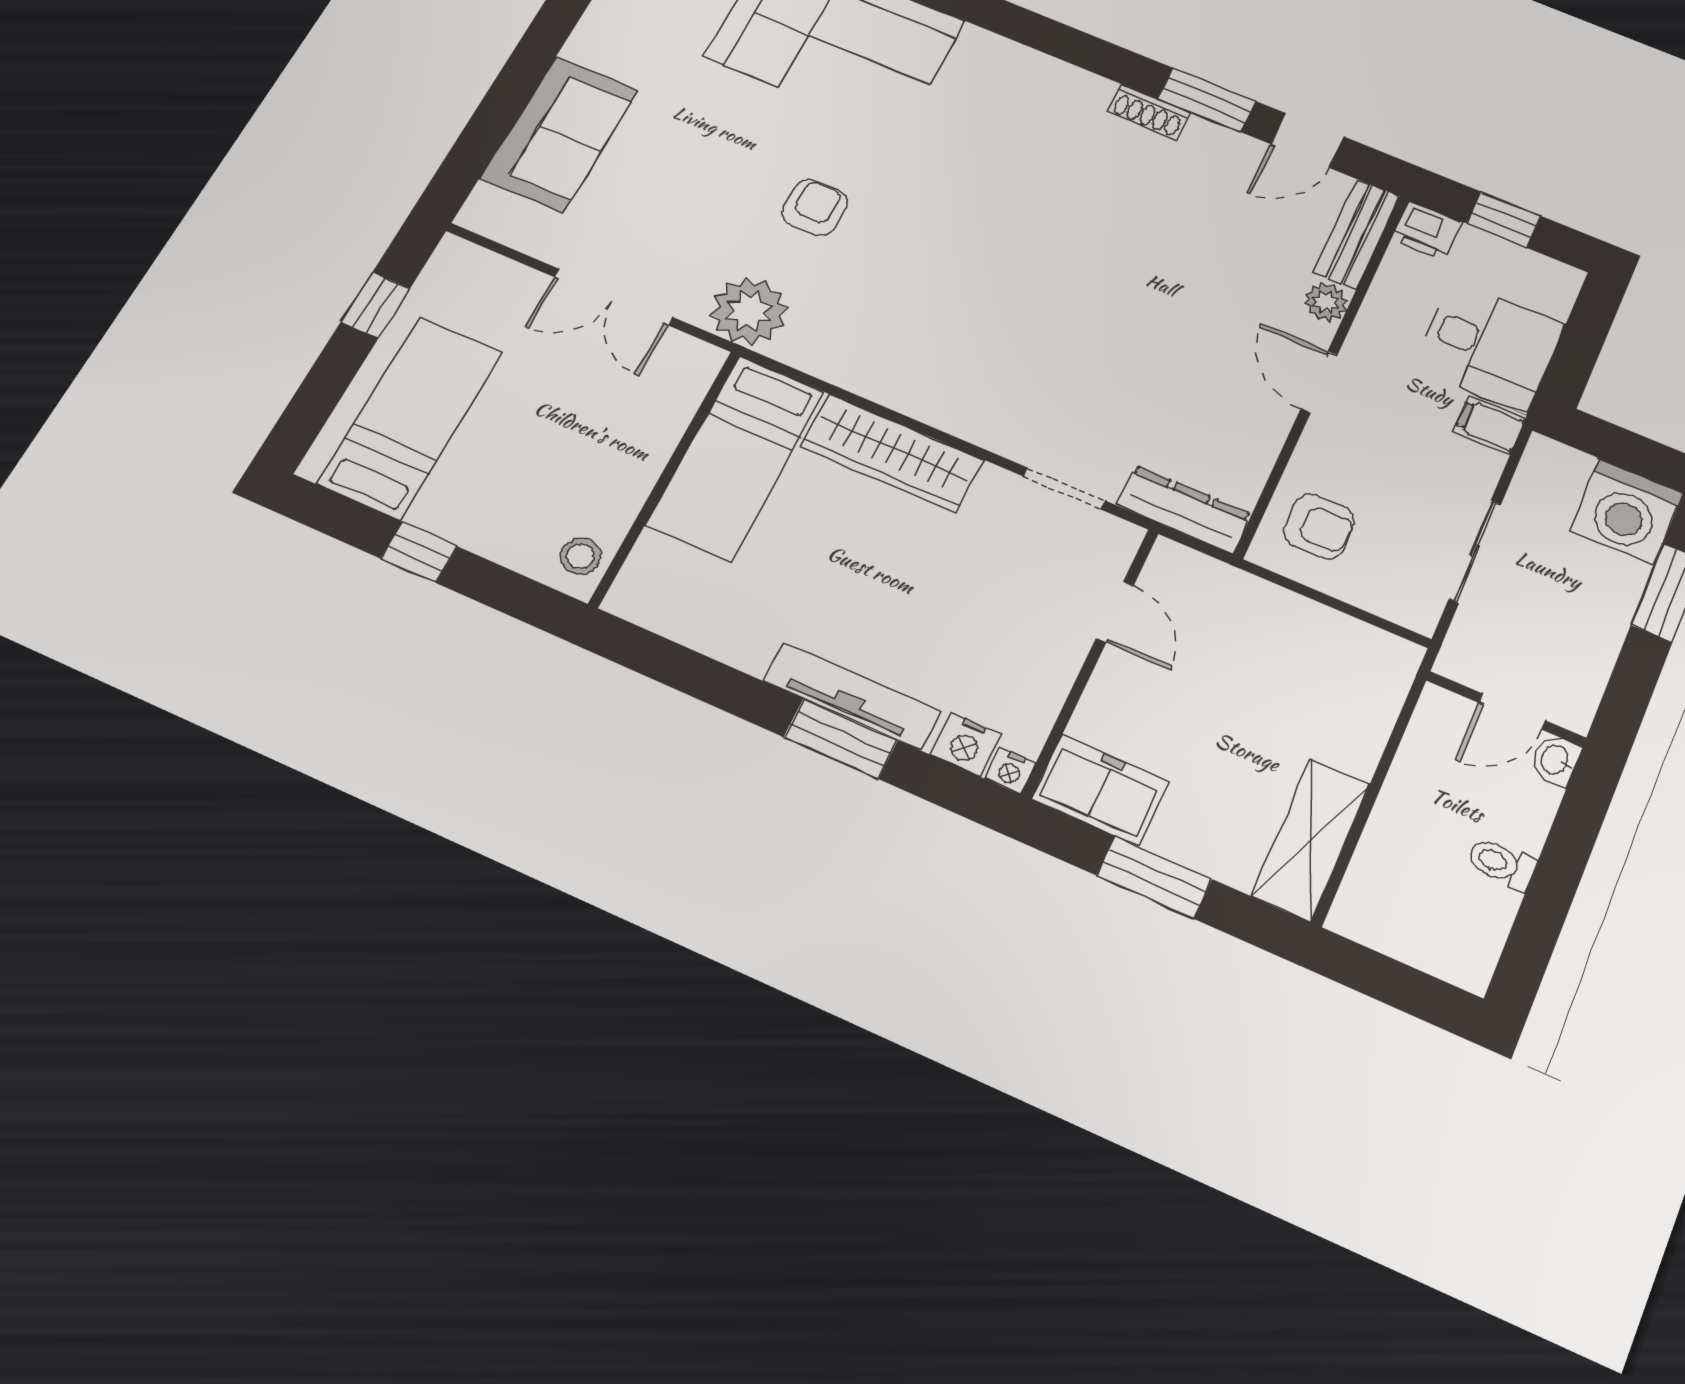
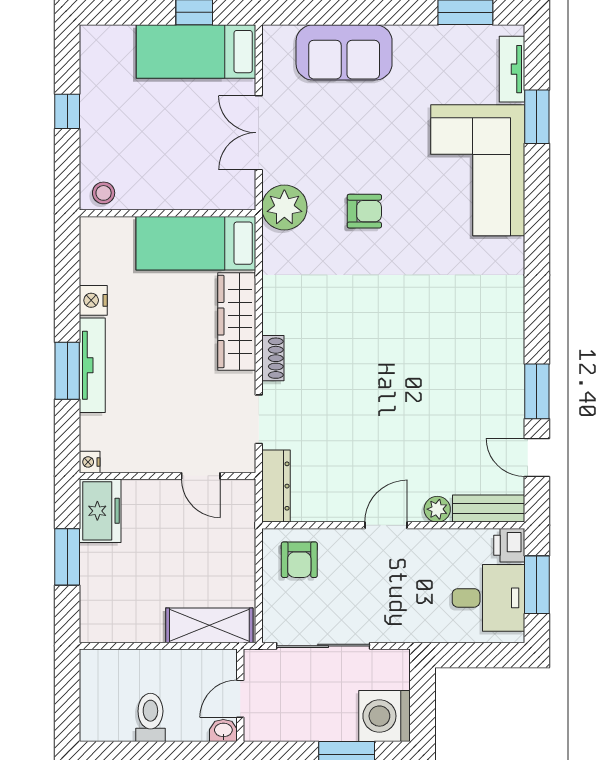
shoe rack: (1149, 112) -> (273, 358), moved, turned 180
window: (1504, 220) -> (537, 585), width x1.50
desk: (1489, 346) -> (488, 598), moved, turned -90
bed: (410, 417) -> (196, 52), moved, turned 180
filing cabinet: (1490, 425) -> (403, 625), removed
sliding door: (1475, 552) -> (323, 646), width x1.37
door: (1115, 612) -> (201, 476), hinge flipped
door: (1512, 712) -> (240, 699), hinge flipped
nightstand: (966, 744) -> (93, 300), moved
shelving: (1311, 839) -> (209, 625), moved
toilet: (1502, 863) -> (150, 717), width x1.37, depth x1.39

